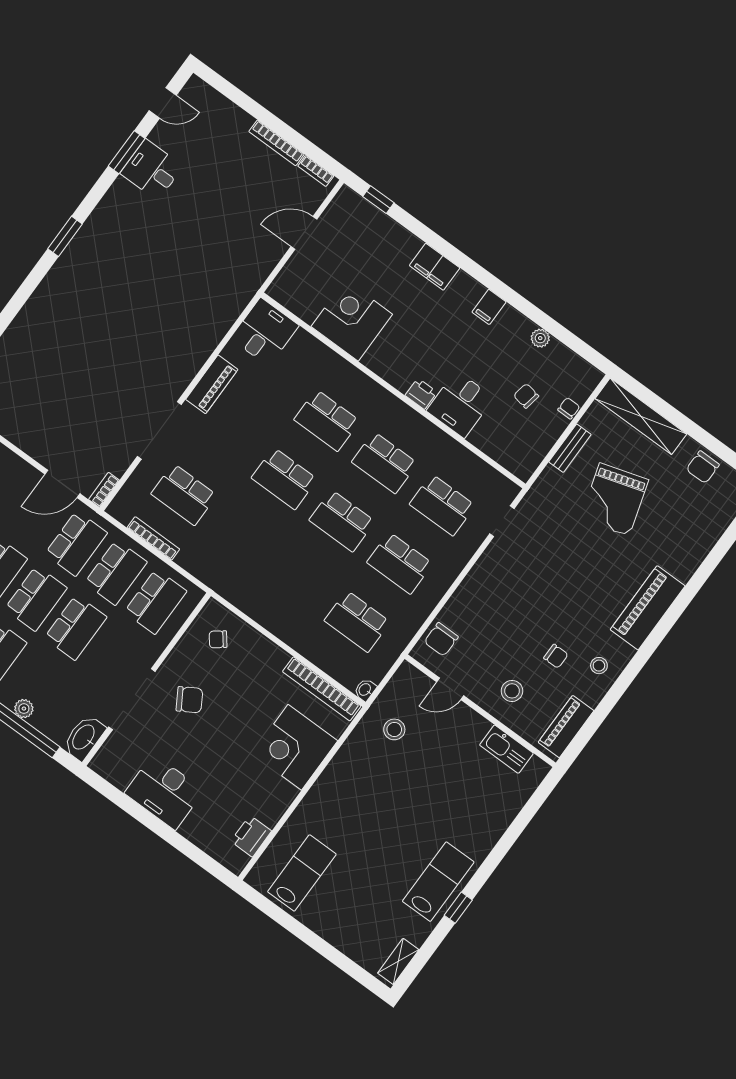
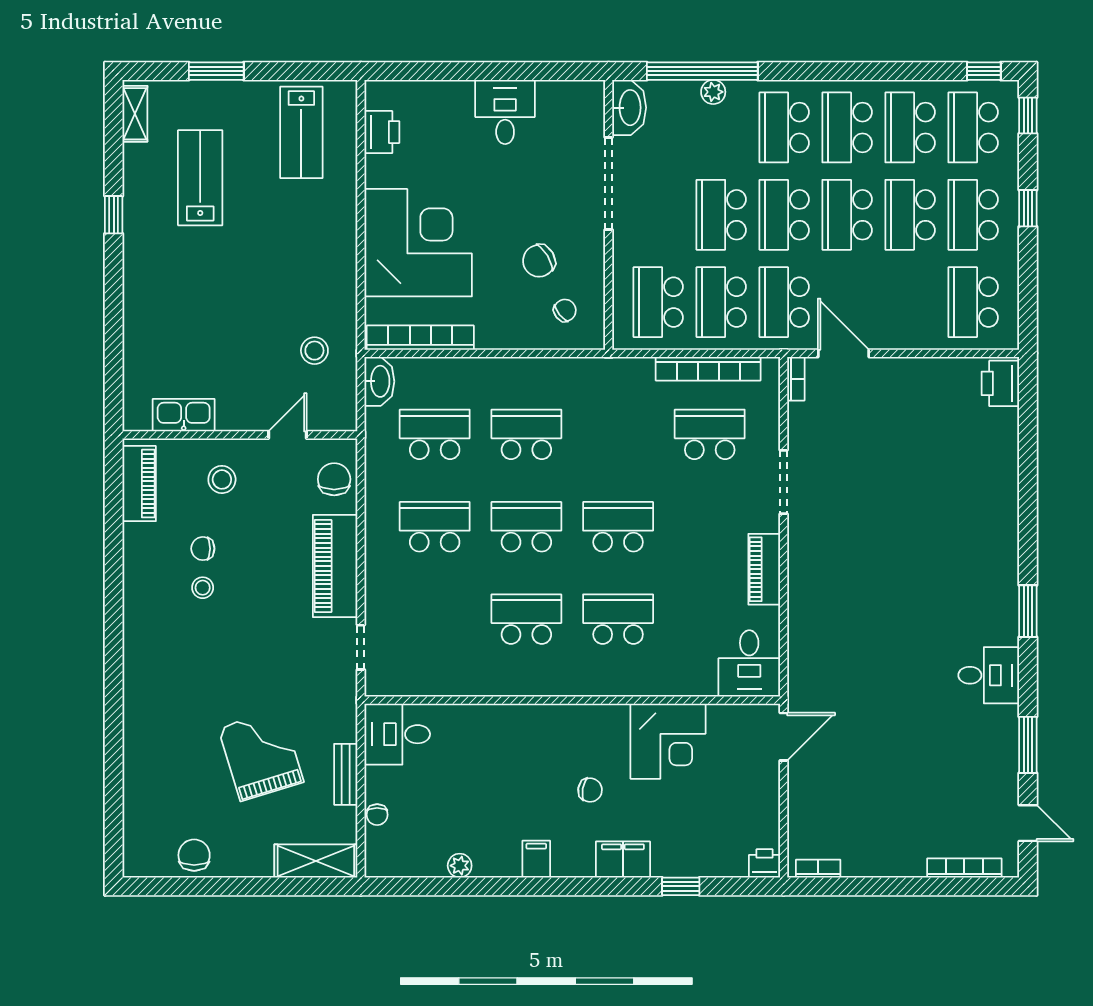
door: (163, 103) -> (1028, 823), swing flipped
bookcase: (277, 143) -> (964, 868), moved
desk: (152, 170) -> (989, 675), moved
window: (378, 200) -> (681, 886), moved
door: (304, 233) -> (784, 737), moved
printer: (421, 394) -> (764, 863), moved, turned 180
chair: (526, 396) -> (590, 790), moved
desk: (460, 404) -> (397, 734), moved, turned -90
shelving: (641, 416) -> (316, 861), width x0.68
doorway: (159, 430) -> (784, 482), width x0.73
door: (62, 484) -> (843, 353), hinge flipped
school desk: (442, 505) -> (526, 434), moved
bookcase: (153, 538) -> (708, 369), width x1.48, depth x1.31
piano: (648, 608) -> (335, 566), moved, turned 180
stool: (599, 666) -> (203, 588), moved
washbasin: (365, 690) -> (379, 381), width x1.91, depth x1.45
chair: (189, 700) -> (539, 261), moved
corner desk: (295, 747) -> (418, 243), width x1.36, depth x1.36
desk: (164, 792) -> (505, 112), width x0.73
lab bench: (438, 882) -> (200, 178), moved, turned 180
window: (327, 951) -> (216, 71), added

